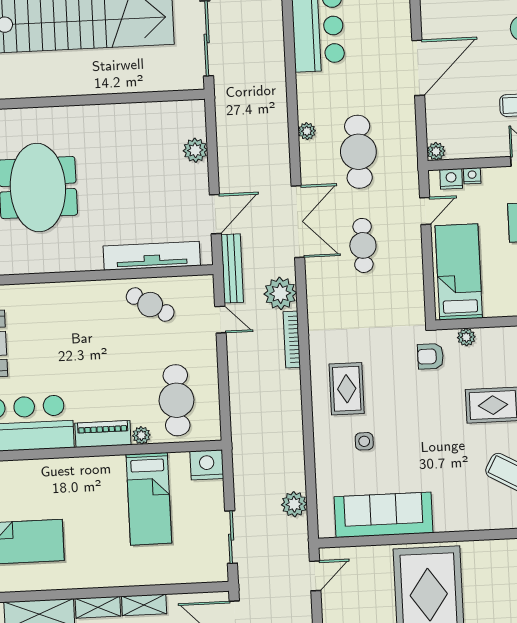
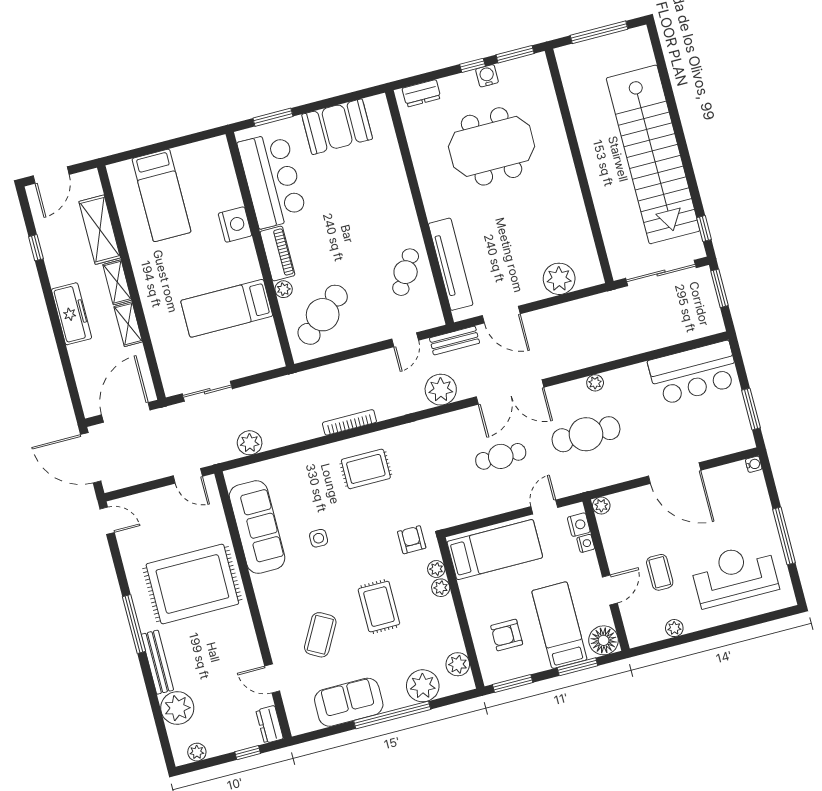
plant: (195, 150) -> (559, 279), width x1.36, depth x1.36
door: (425, 211) -> (544, 507), swing flipped
bench: (232, 268) -> (454, 341), width x0.73
plant: (487, 337) -> (441, 588), added
bookcase: (292, 339) -> (349, 422), moved
cafe table: (177, 400) -> (323, 315), turned -40
side table: (364, 441) -> (319, 538), moved
nightstand: (207, 465) -> (235, 225), moved

